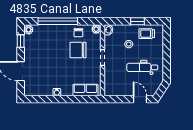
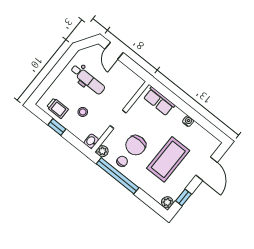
window: (58, 21) -> (118, 176), moved
chair: (78, 50) -> (136, 145), turned 90
coffee table: (50, 58) -> (168, 159), added

